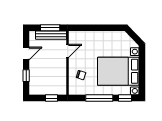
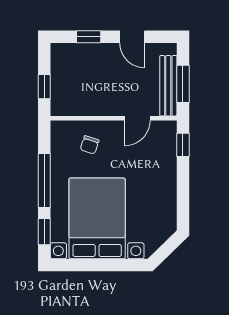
window: (81, 28) -> (183, 145), added
door: (68, 51) -> (137, 118), hinge flipped

